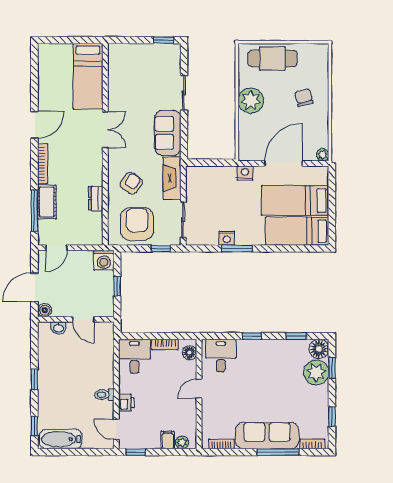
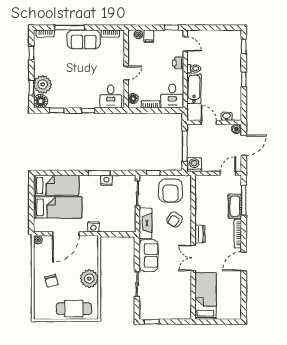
dresser: (96, 198) -> (200, 234), moved
window: (117, 286) -> (185, 146), width x2.17
sofa: (267, 436) -> (84, 39), width x0.73
bathtub: (61, 439) -> (194, 89), moved, turned -90

